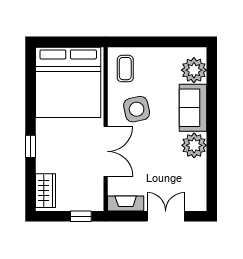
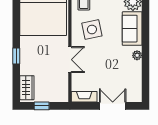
plant: (194, 145) -> (137, 55), width x0.53, depth x0.53
double door: (106, 151) -> (70, 60), width x0.73
window: (81, 216) -> (42, 106), moved

